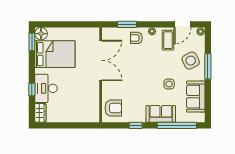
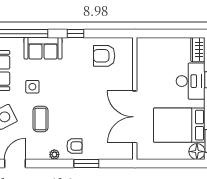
coffee table: (168, 40) -> (41, 119), moved
double door: (101, 60) -> (135, 117), moved
wall: (101, 75) -> (135, 99), moved

